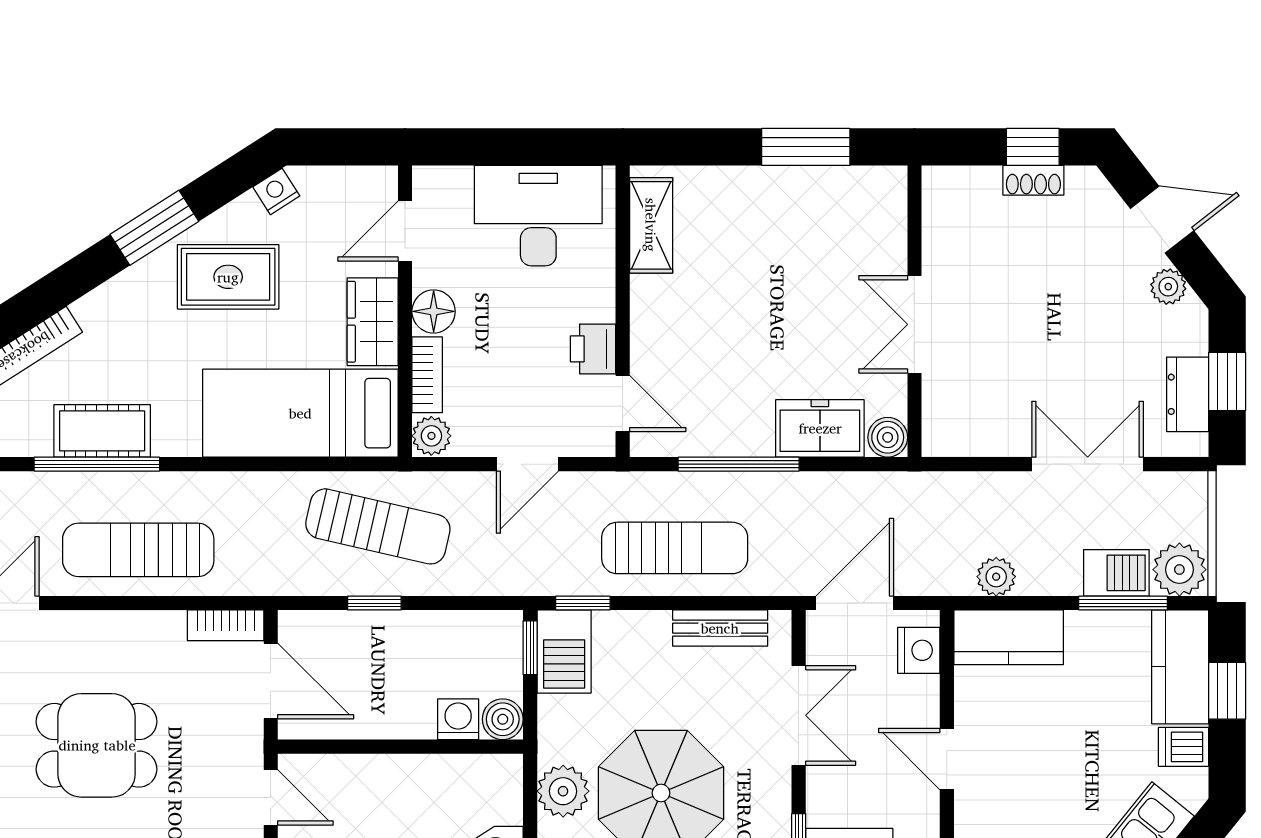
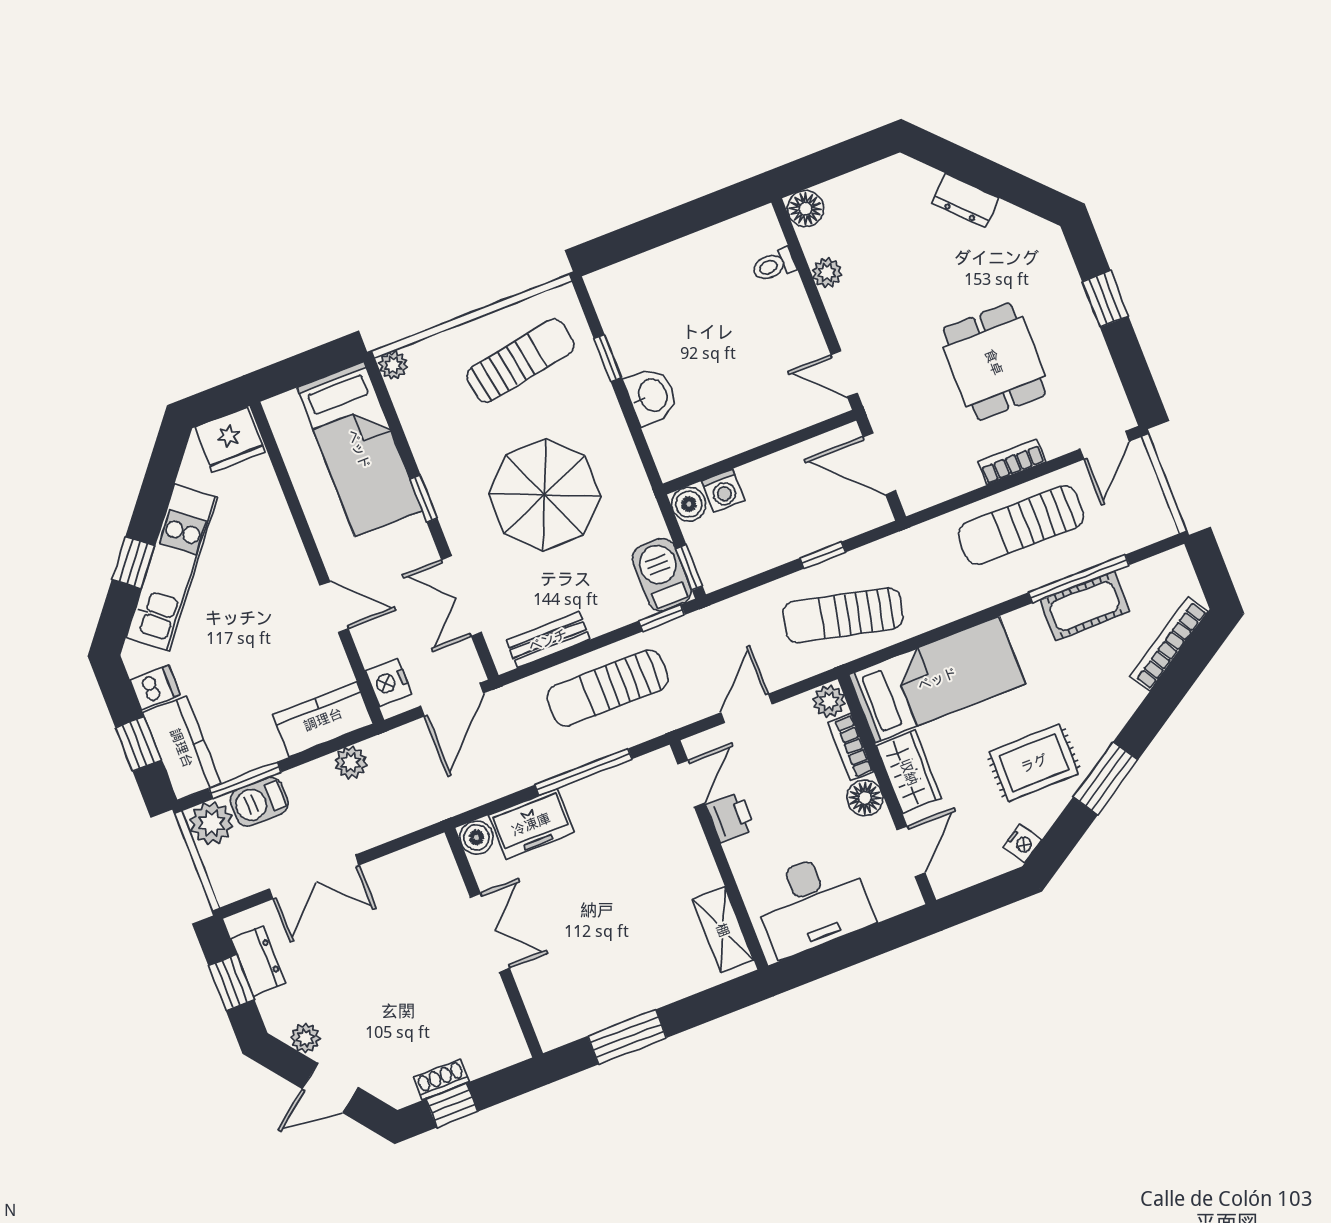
door: (623, 404) -> (691, 784), swing flipped
sun lounger: (138, 550) -> (1021, 525), turned 180
bookcase: (226, 625) -> (1012, 462), moved
dining table: (97, 745) -> (994, 362), turned 90
plant: (563, 791) -> (621, 467), removed

